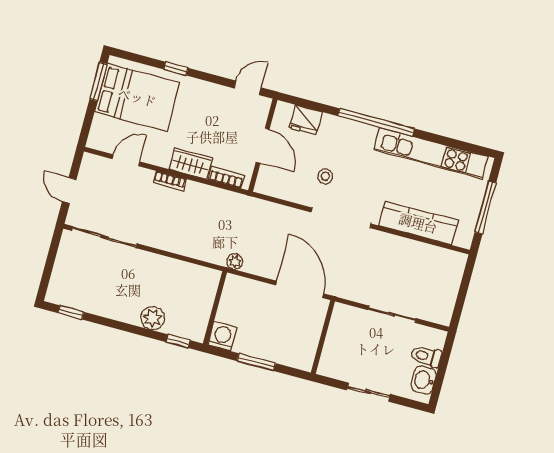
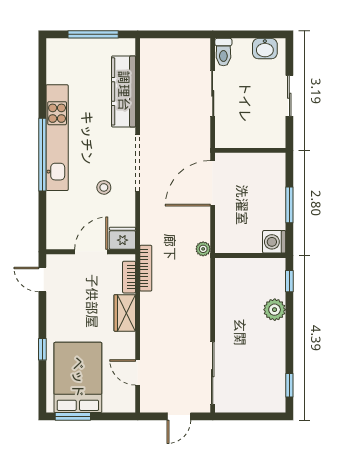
fridge: (306, 120) -> (122, 238), moved, turned -90
kitchen unit: (431, 153) -> (57, 138), moved
bookcase: (170, 181) -> (146, 268), moved, width x1.56
toilet: (426, 356) -> (223, 52), moved

